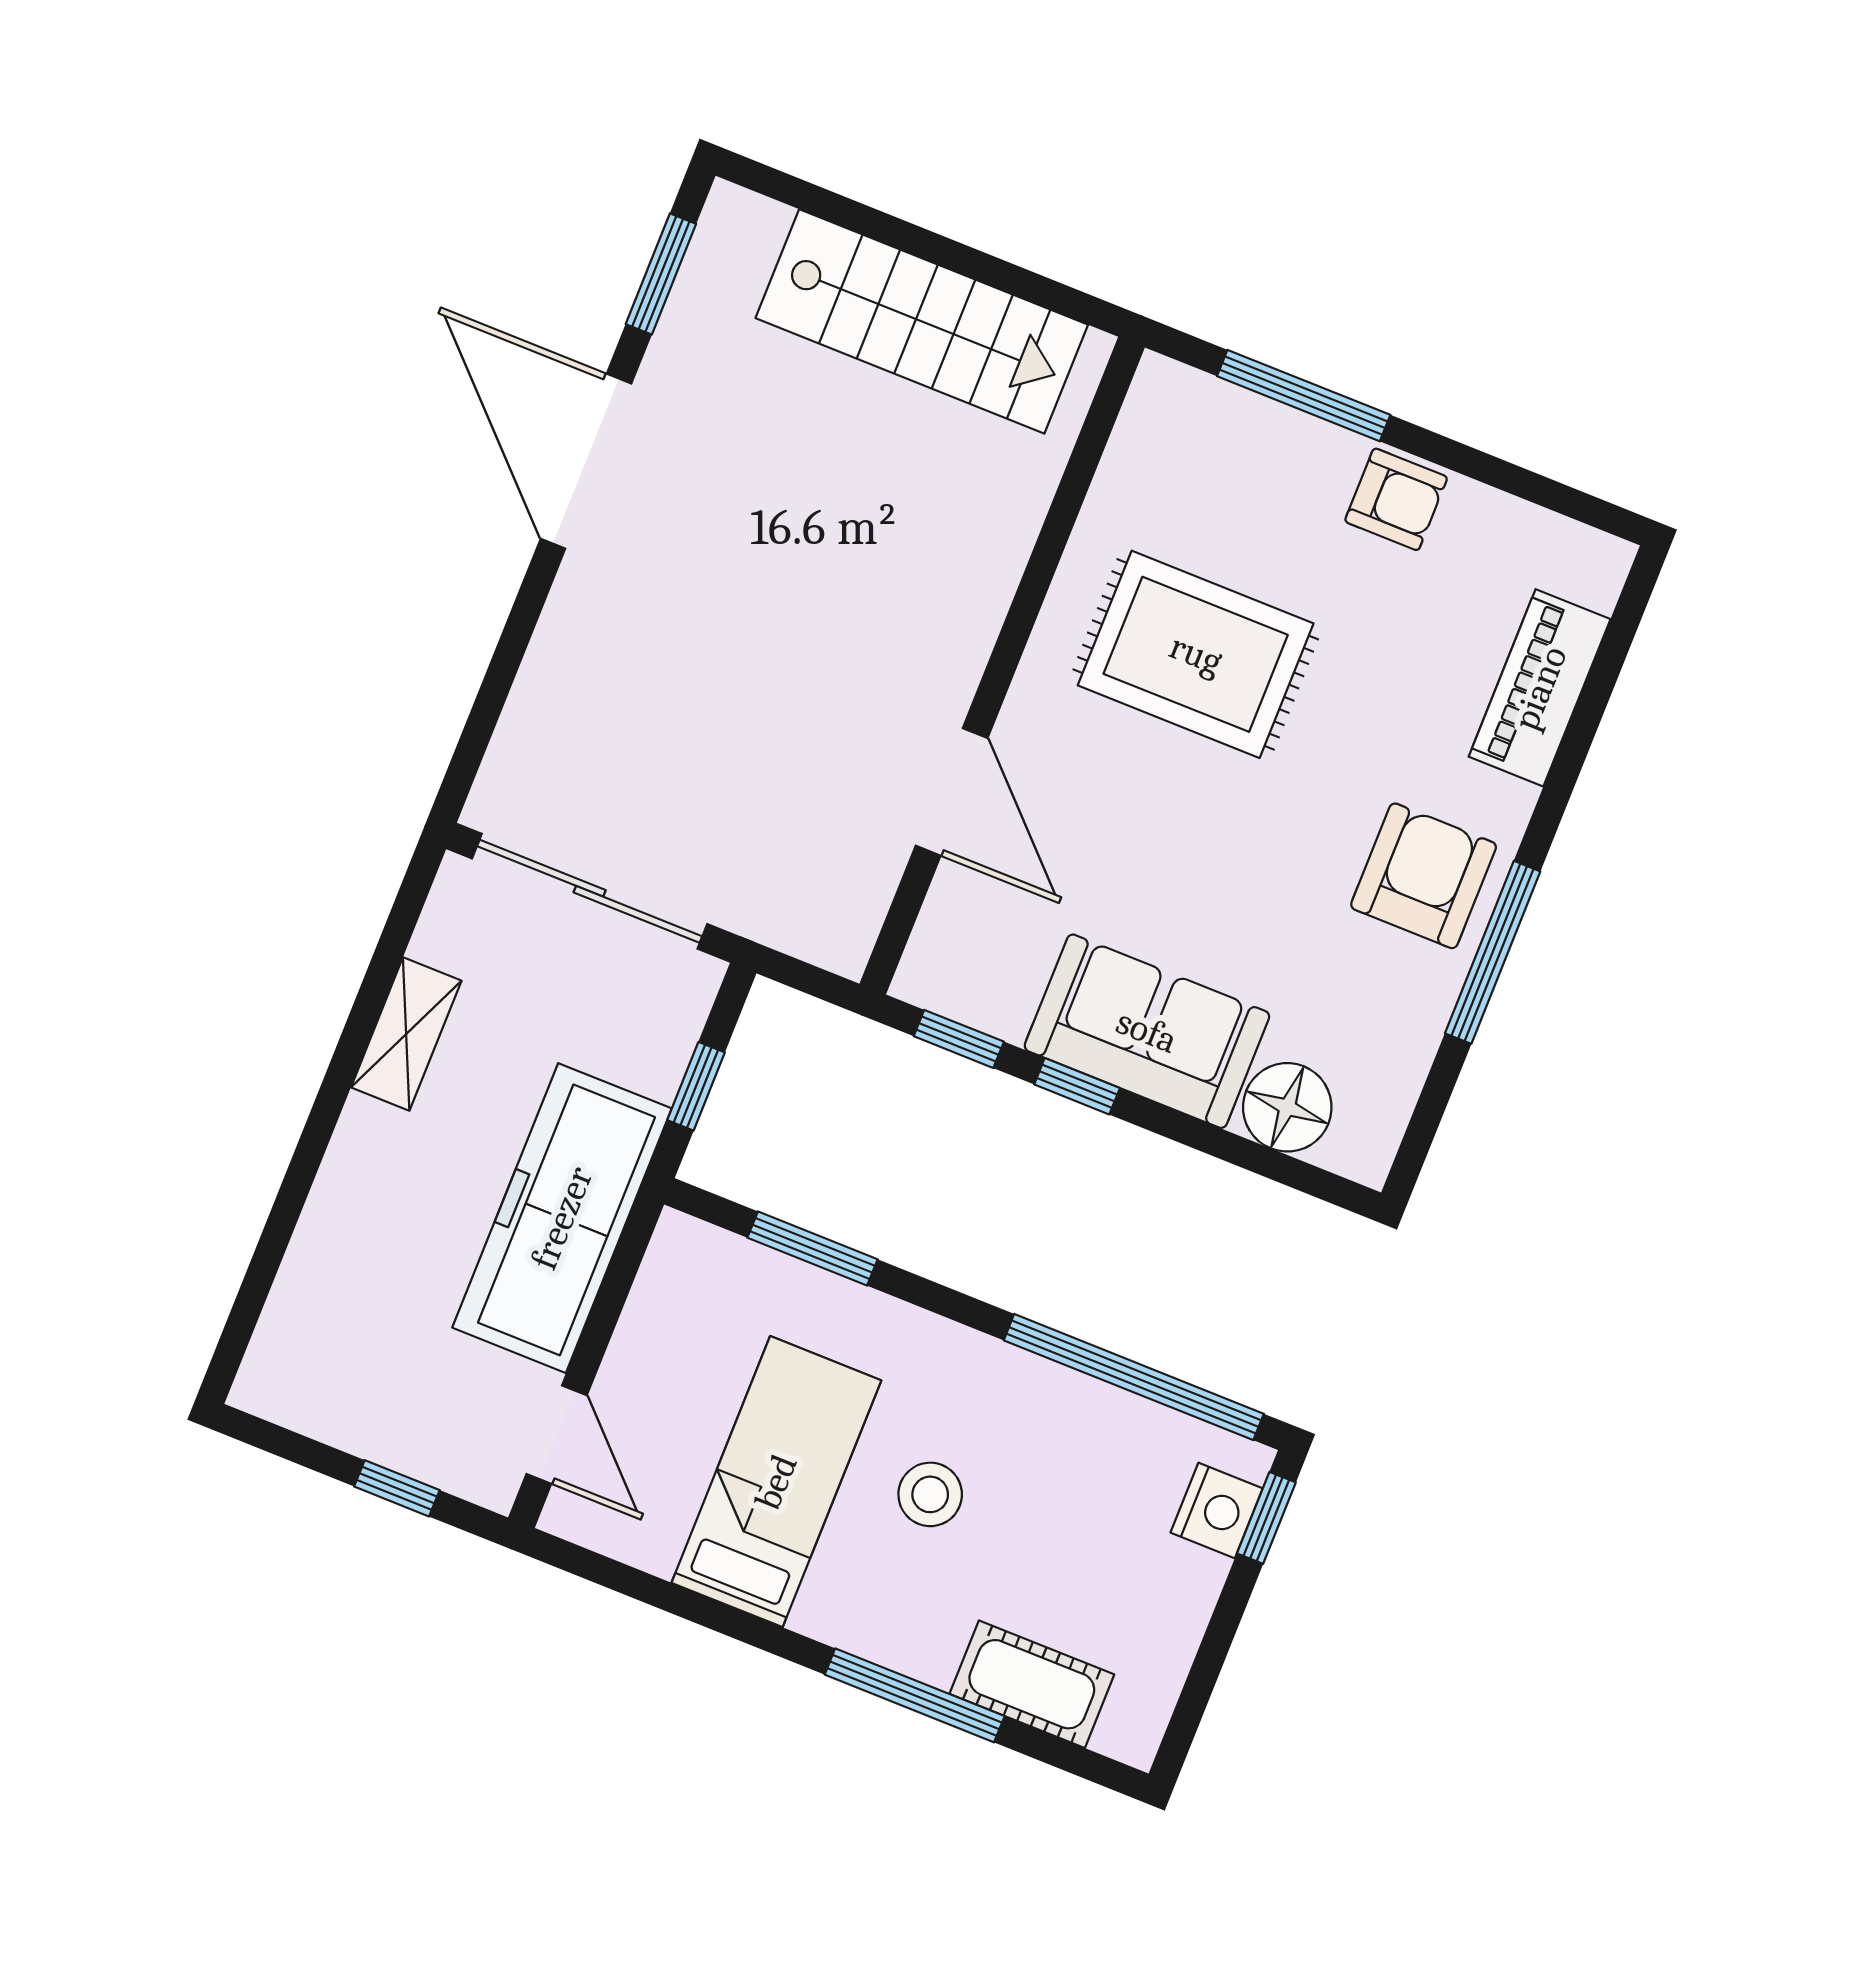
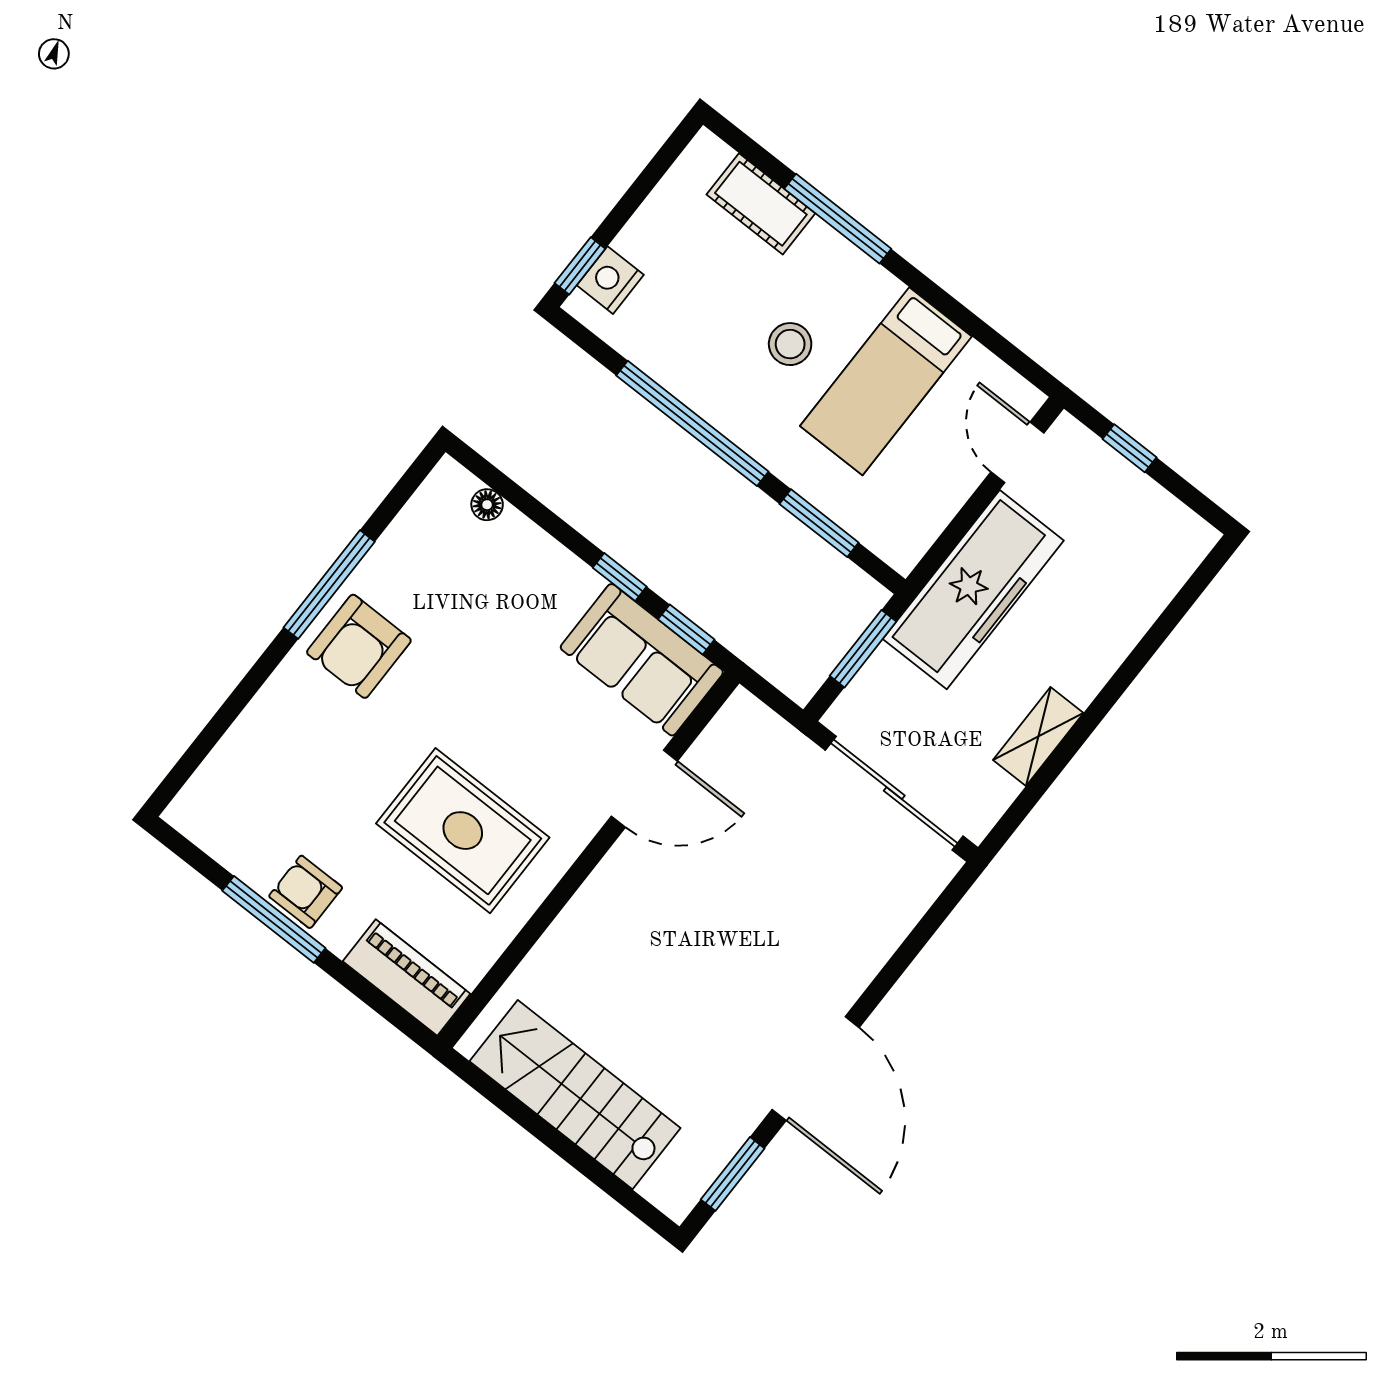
window: (1304, 396) -> (274, 919), moved
piano: (1540, 688) -> (406, 978), moved, turned -90
door: (952, 792) -> (644, 789), swing flipped
sofa: (1147, 1031) -> (642, 660), moved
window: (696, 1086) -> (863, 649), width x1.50
floor lamp: (1287, 1107) -> (487, 505), width x0.53, depth x0.53
window: (1134, 1377) -> (692, 423), moved

